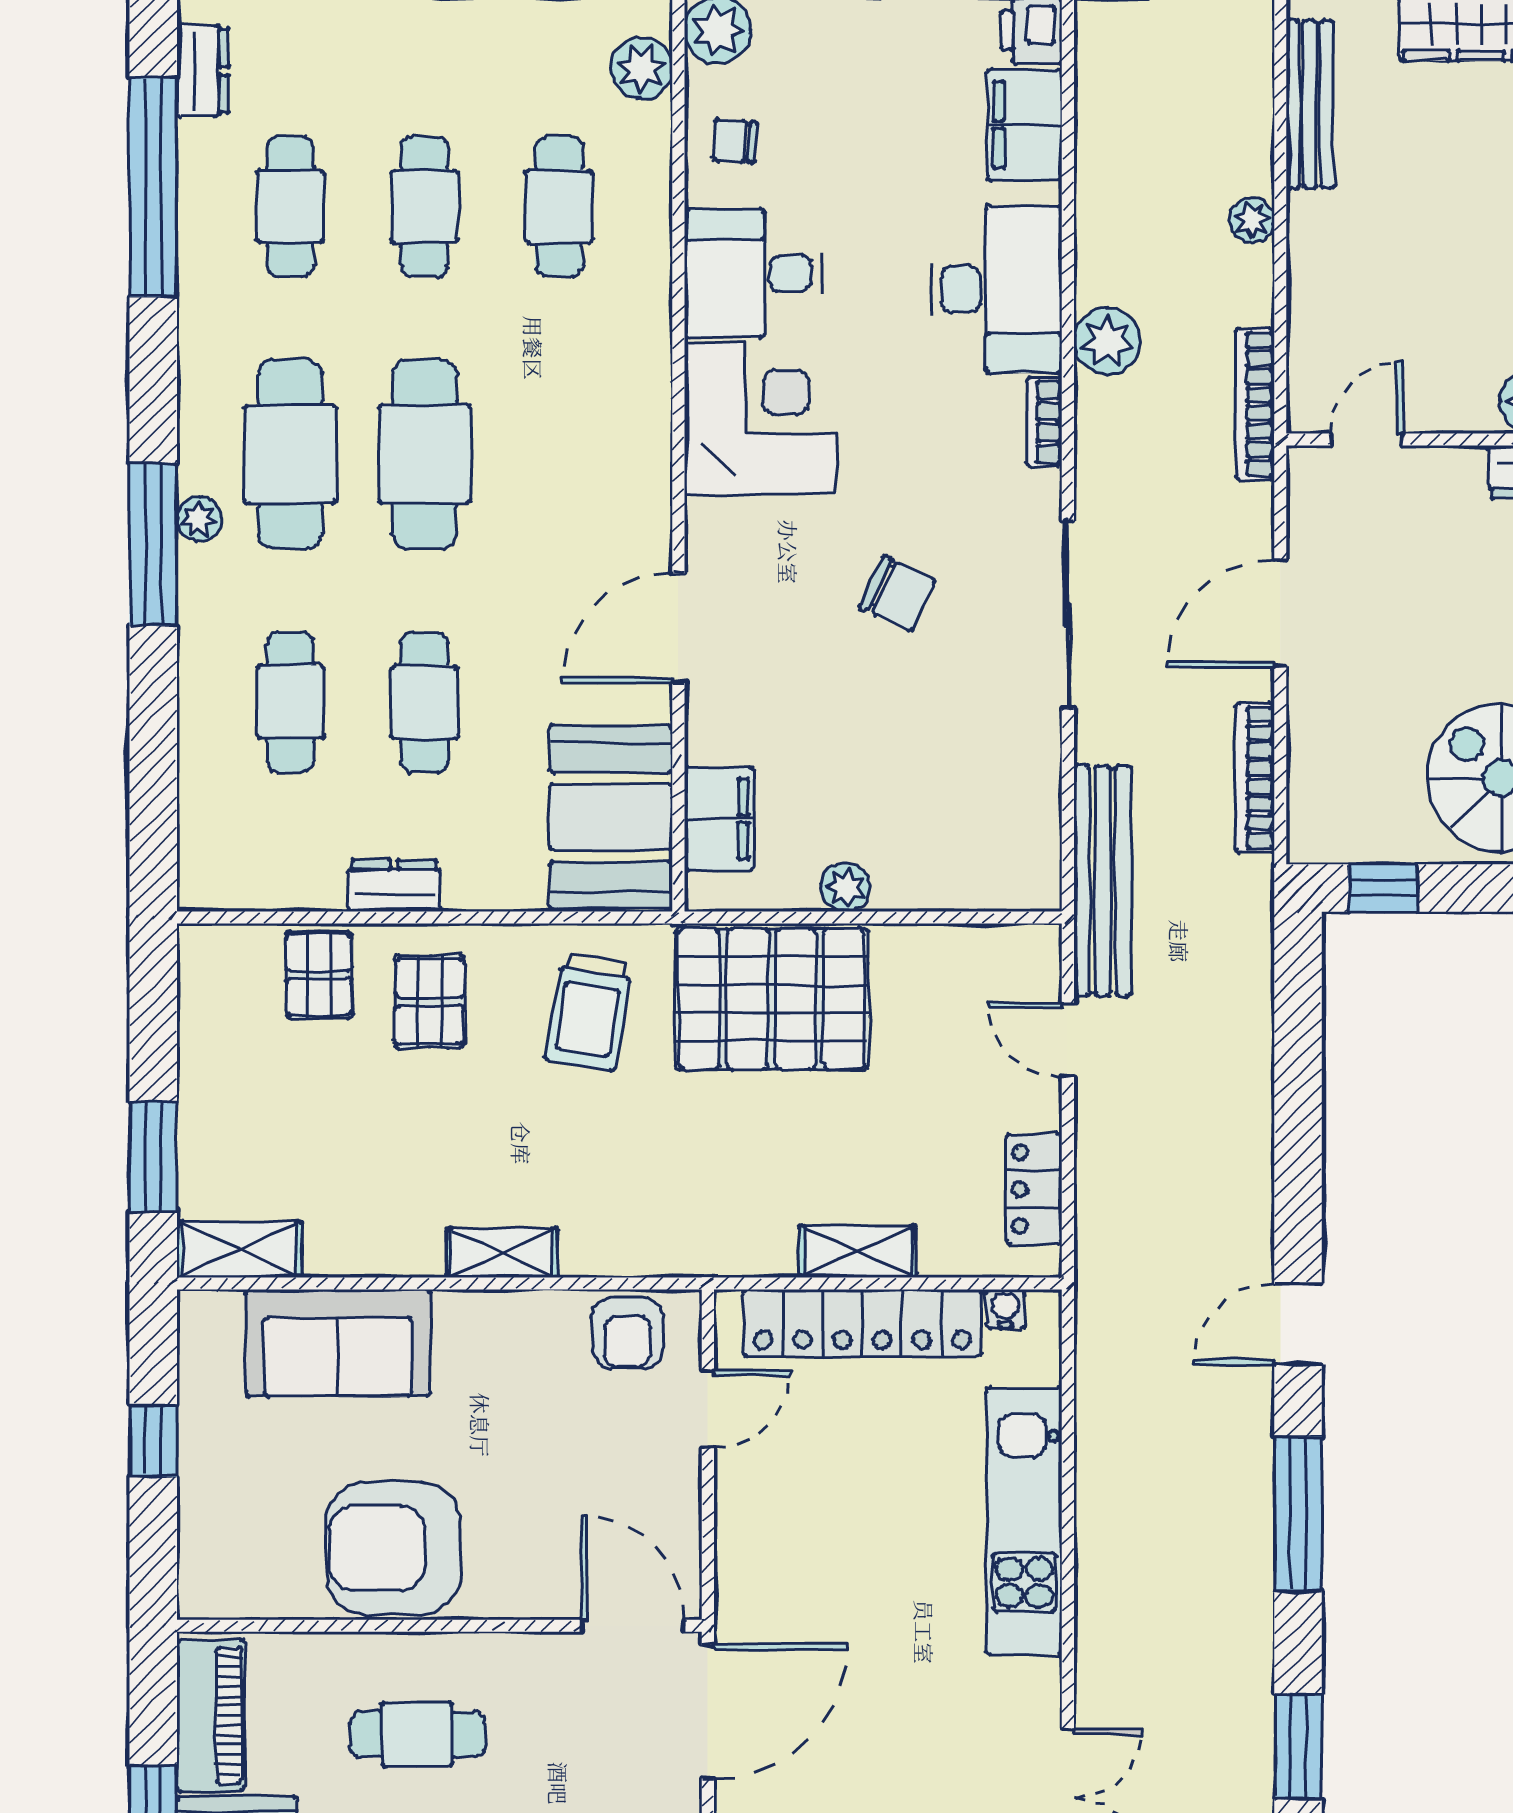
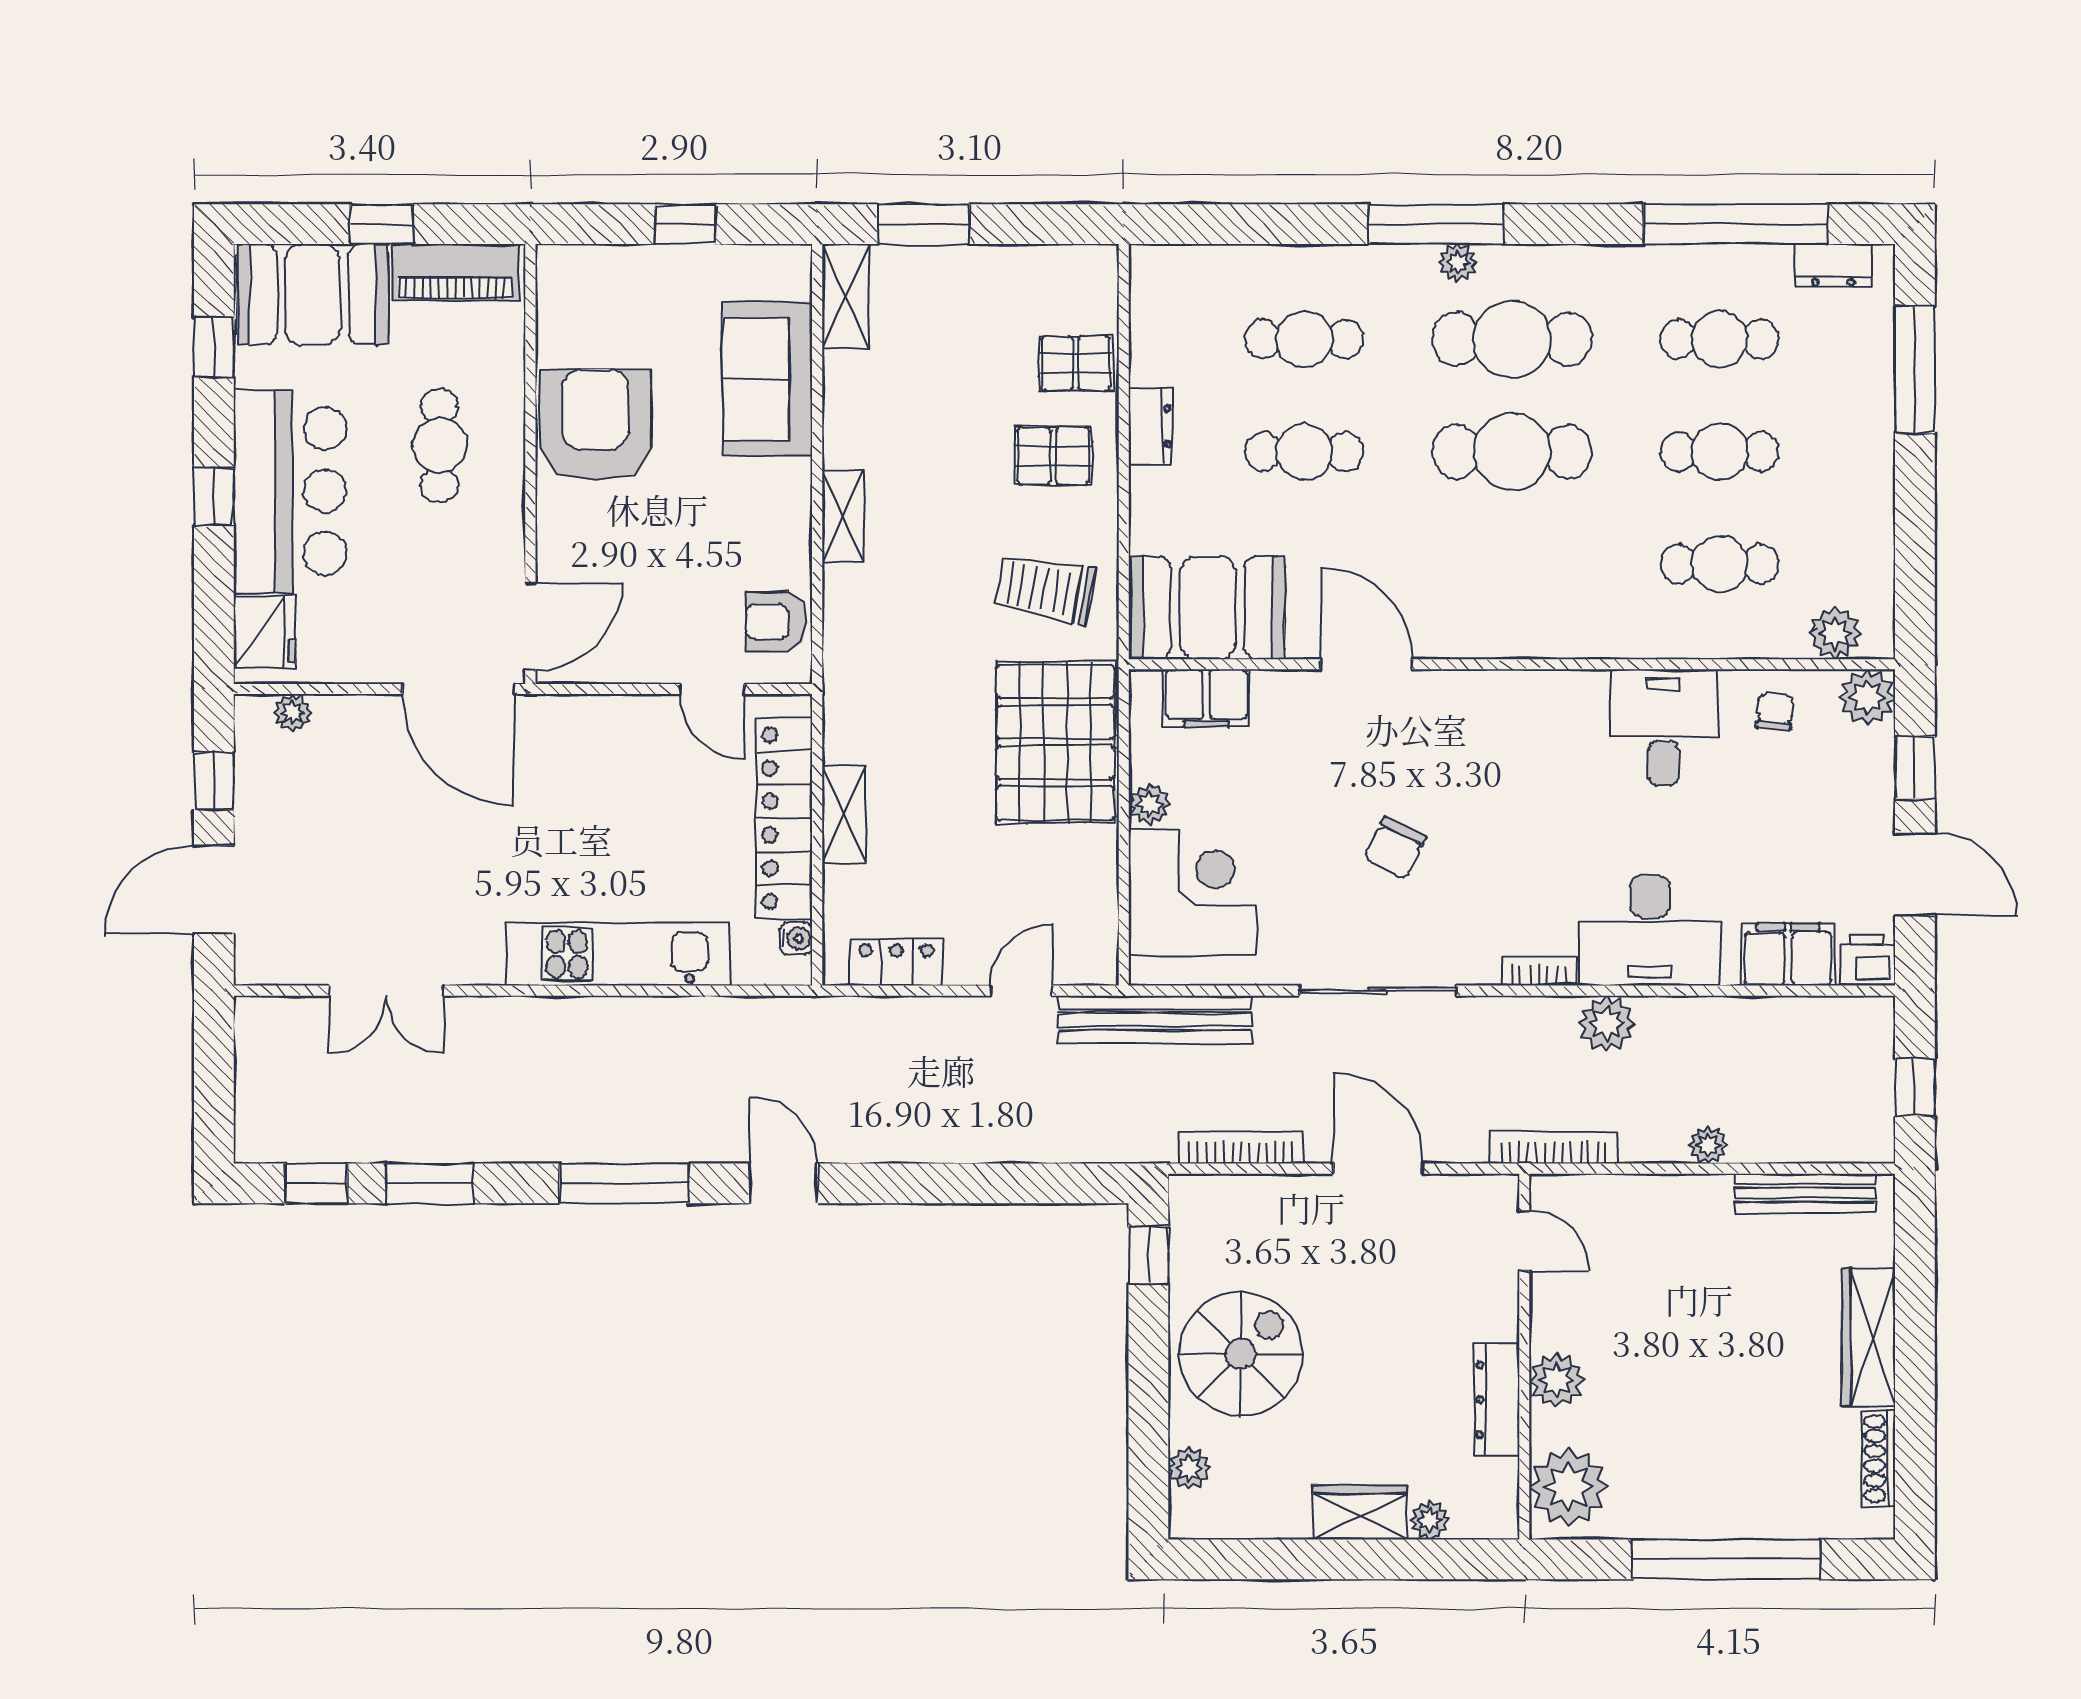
corner desk: (760, 418) -> (1192, 893), moved, turned -90

